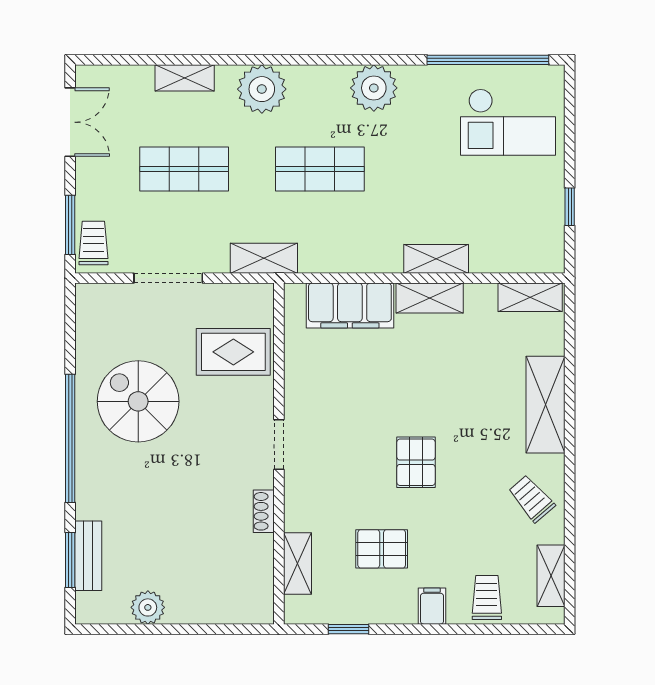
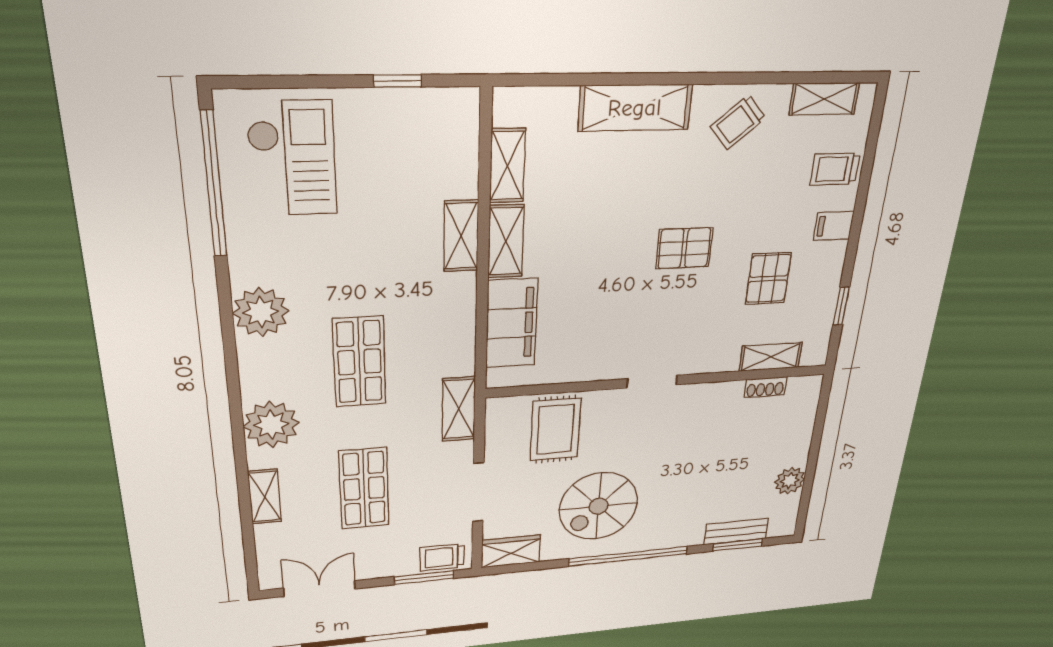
shelving: (530, 297) -> (507, 166), moved
wardrobe: (92, 313) -> (511, 551), added
shoe rack: (264, 511) -> (765, 387), moved

